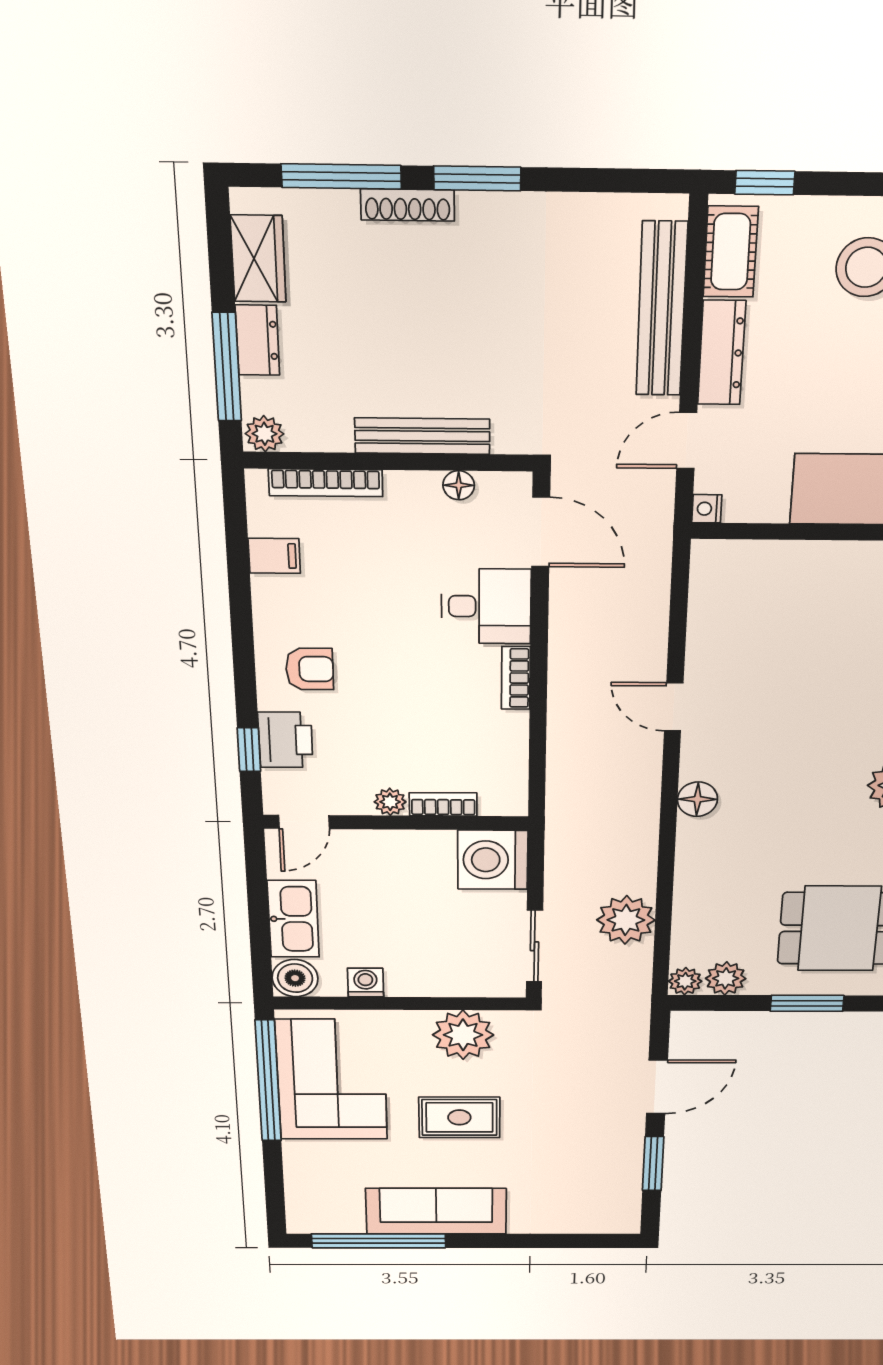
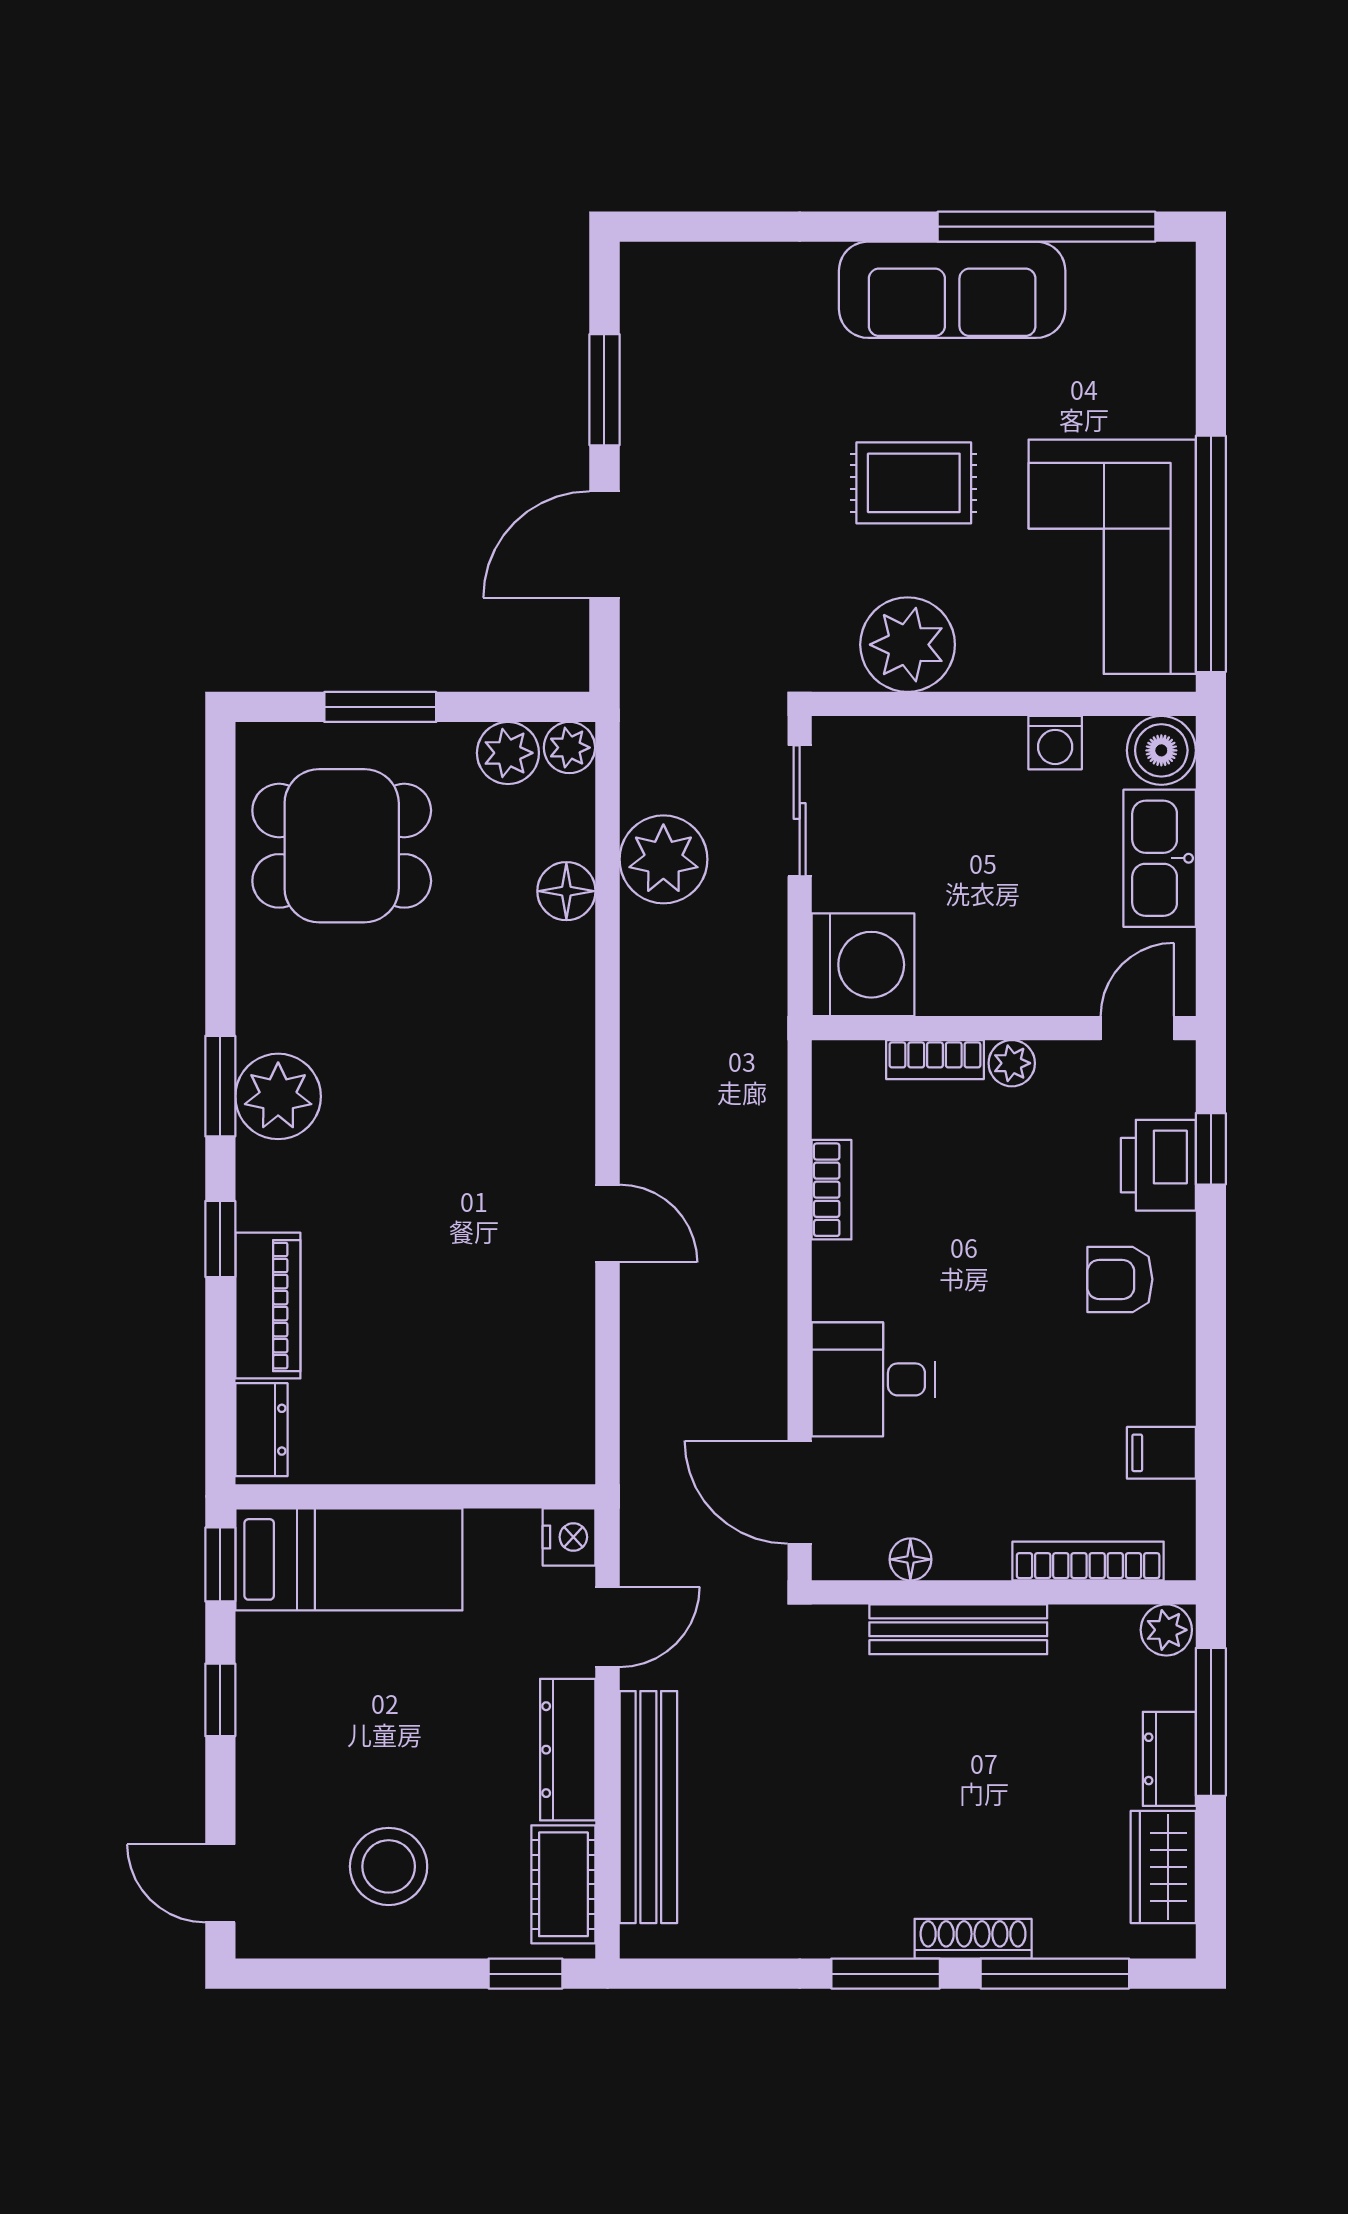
nightstand: (707, 509) -> (569, 1537), width x1.39, depth x1.35
bookcase: (516, 678) -> (831, 1190), moved
floor lamp: (697, 799) -> (566, 891), moved

